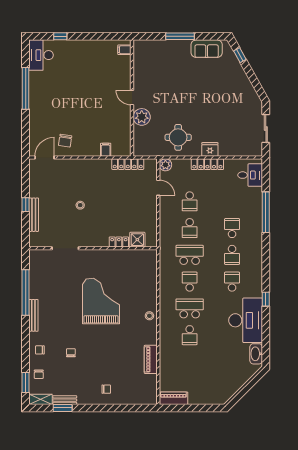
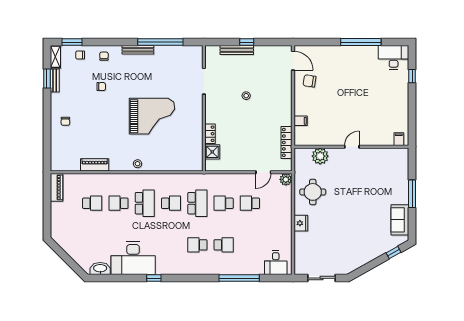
plant: (142, 117) -> (320, 156), moved
locker: (207, 164) -> (286, 221), removed
school desk: (232, 282) -> (92, 203), moved

